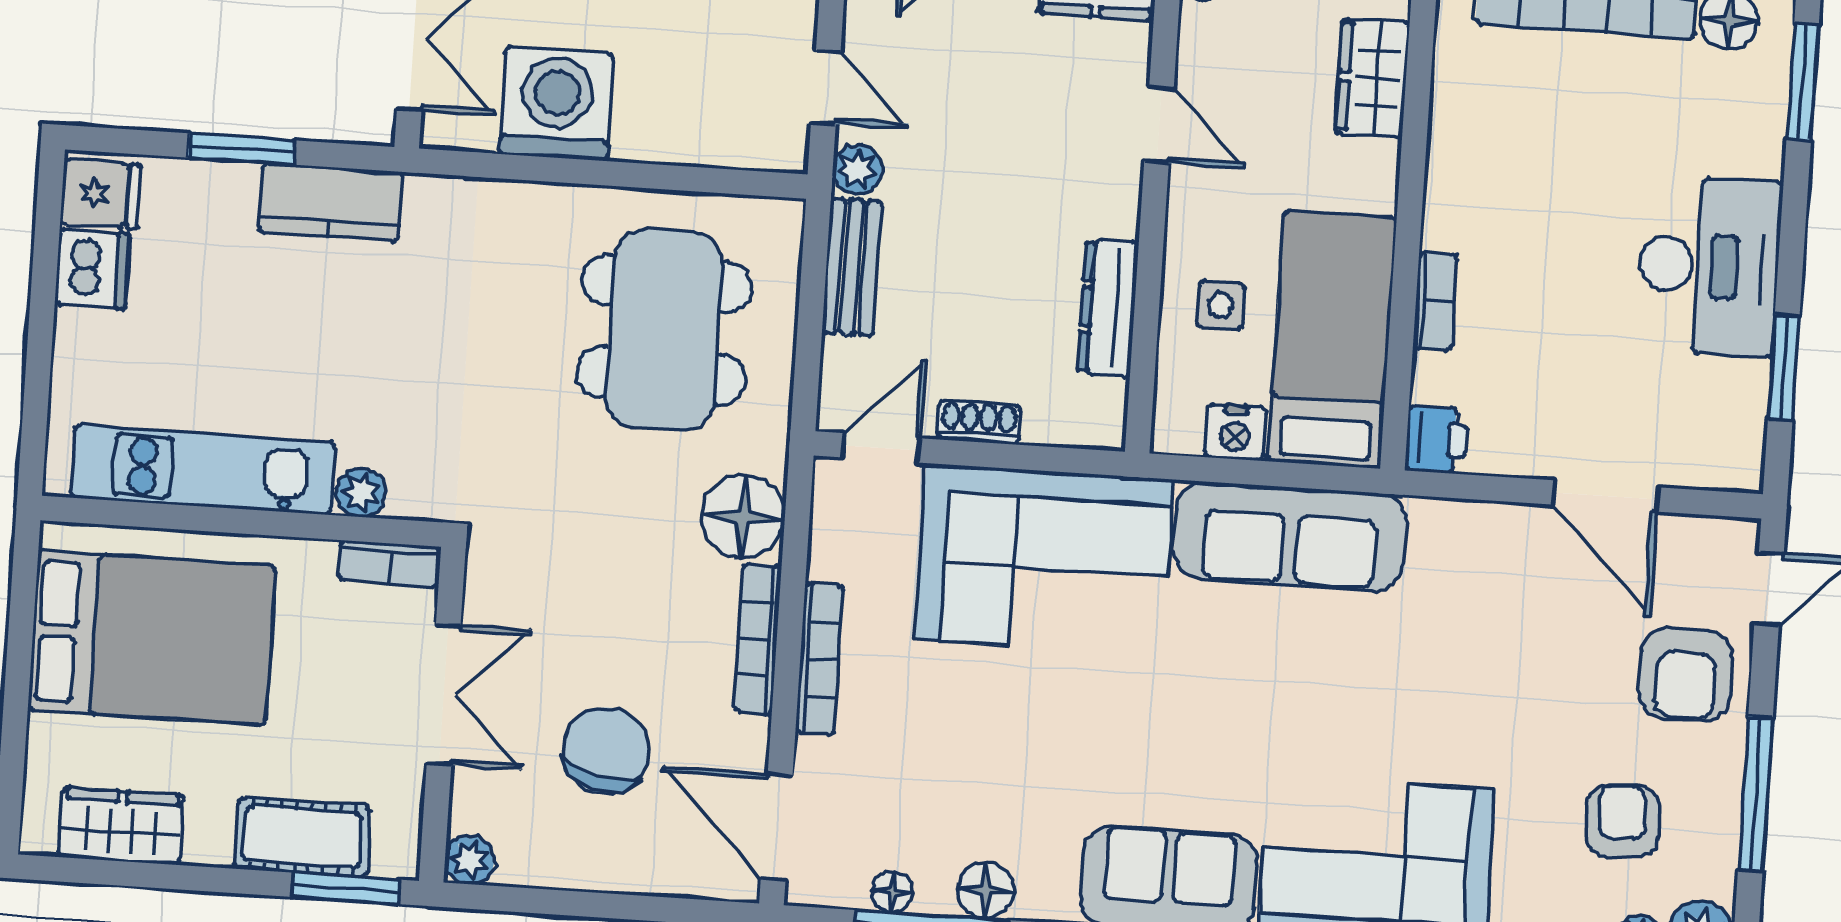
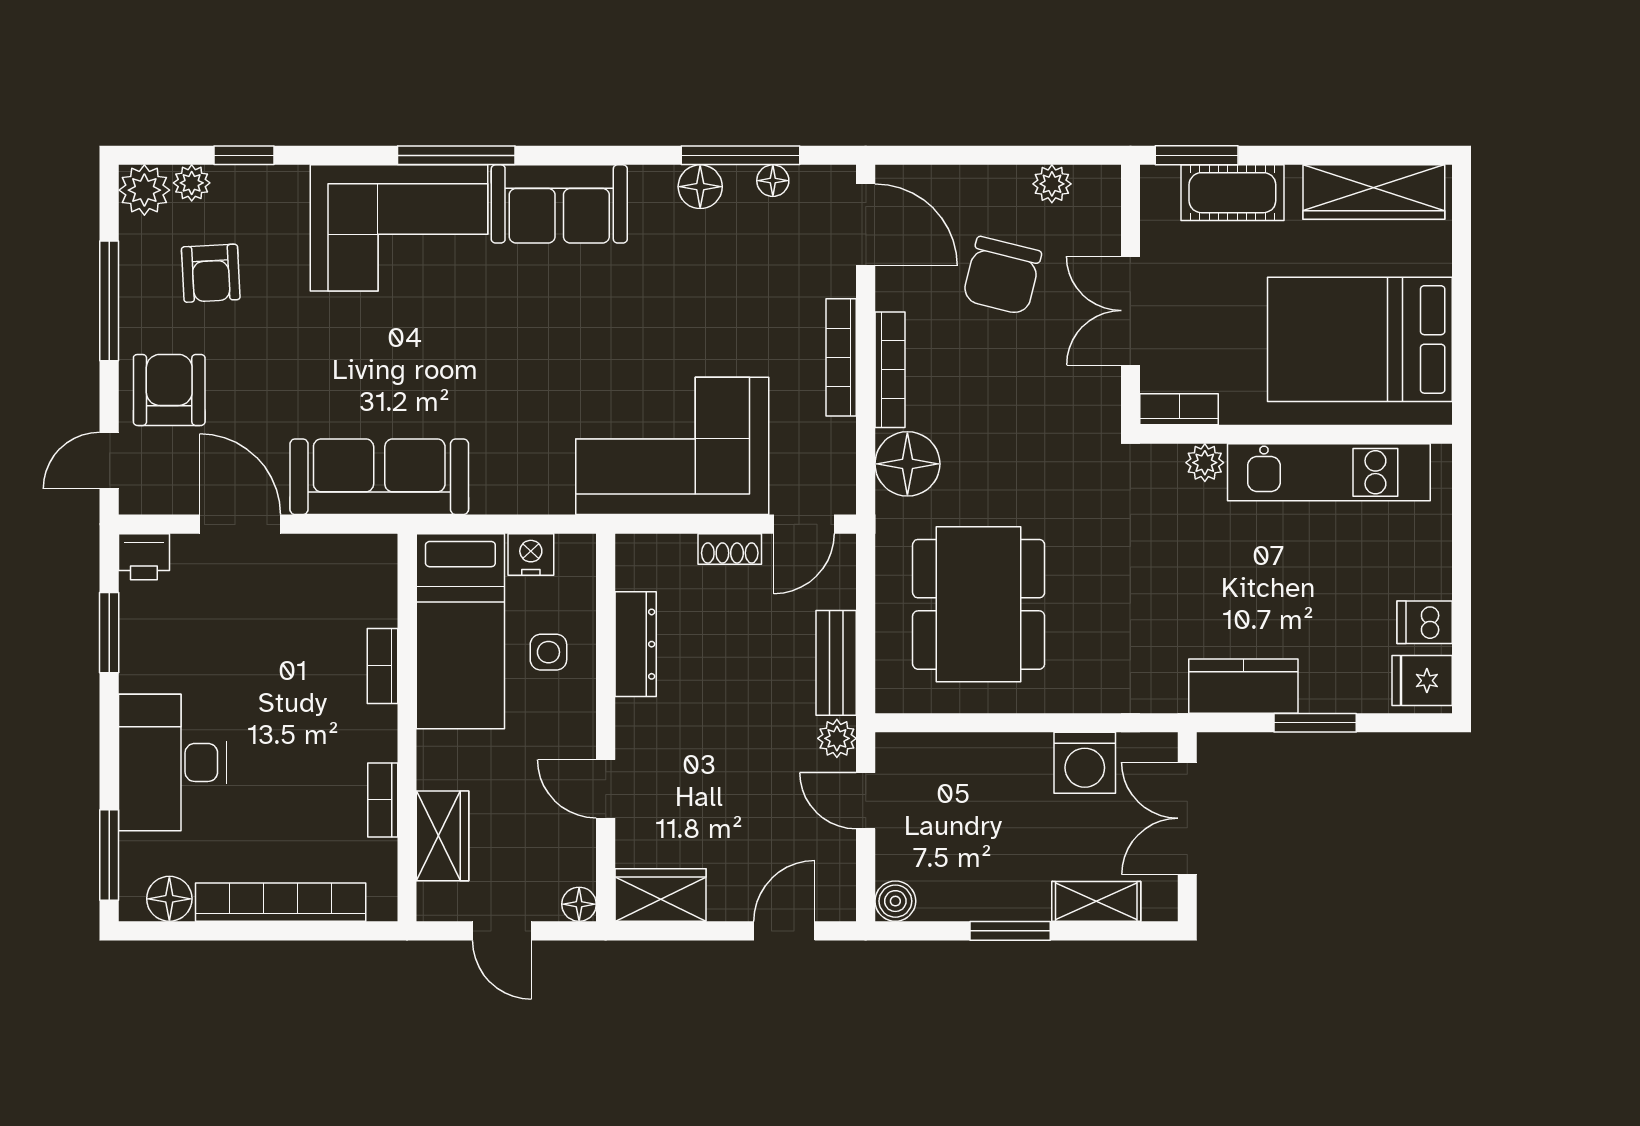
washing machine: (557, 104) -> (1085, 763), width x0.73, depth x0.73
bookcase: (1446, 129) -> (383, 800), added
desk: (1709, 266) -> (172, 762), moved
dishwasher: (92, 269) -> (1425, 622), width x0.73
printer: (1436, 439) -> (144, 557), moved, turned -90
sofa: (1290, 536) -> (379, 477), moved
wardrobe: (121, 826) -> (1374, 192), width x1.50
plant: (469, 860) -> (1052, 184), moved

